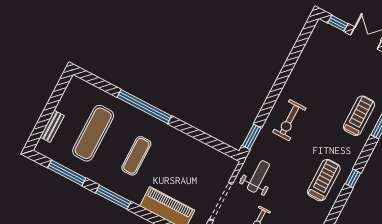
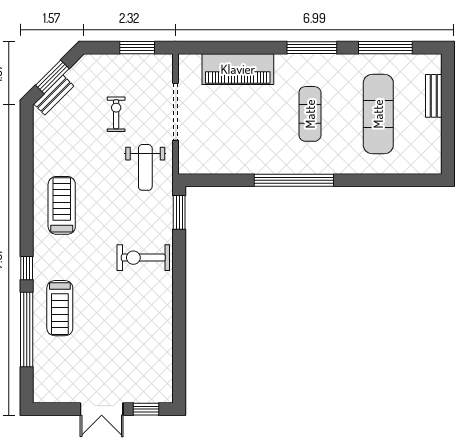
window: (144, 107) -> (294, 180), moved
exercise bike: (289, 120) -> (143, 258), turned -90
window: (353, 178) -> (27, 268), moved
treadmill: (324, 180) -> (62, 205), turned 180

